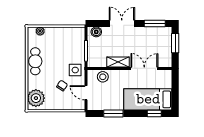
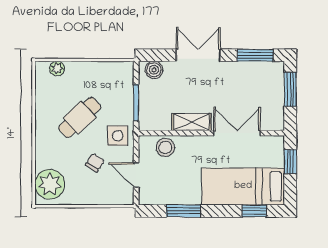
cafe table: (35, 61) -> (80, 118), moved, turned 47
window: (175, 85) -> (290, 162), added

